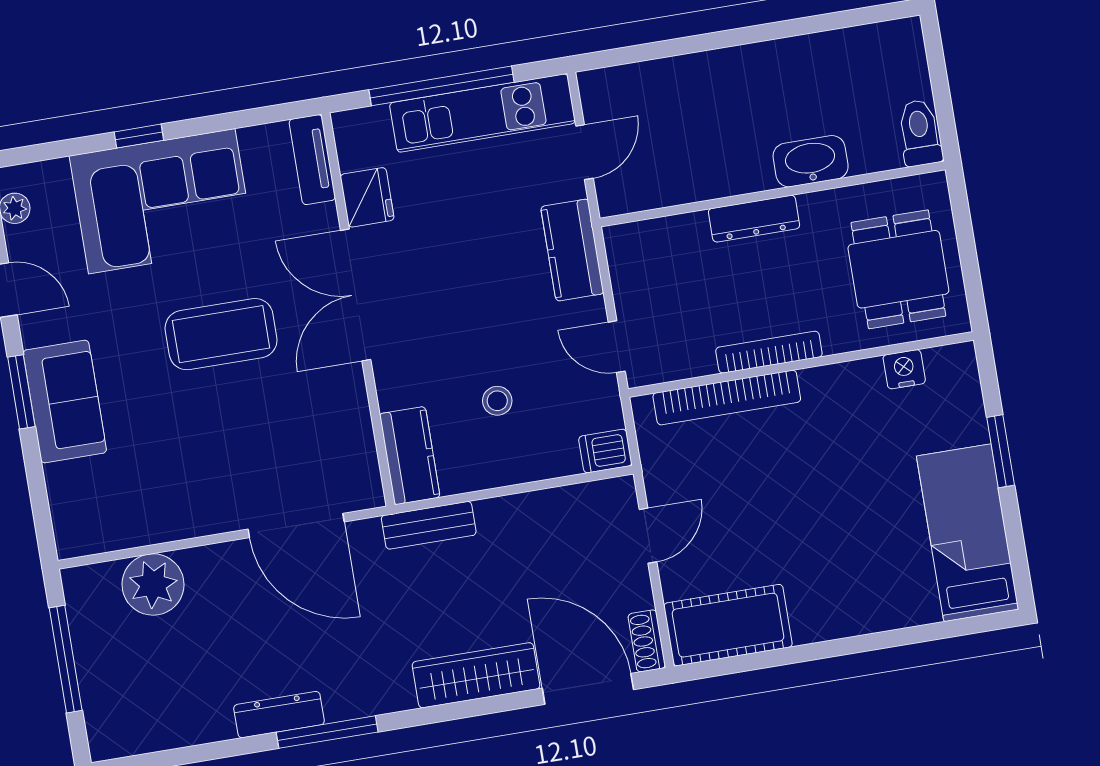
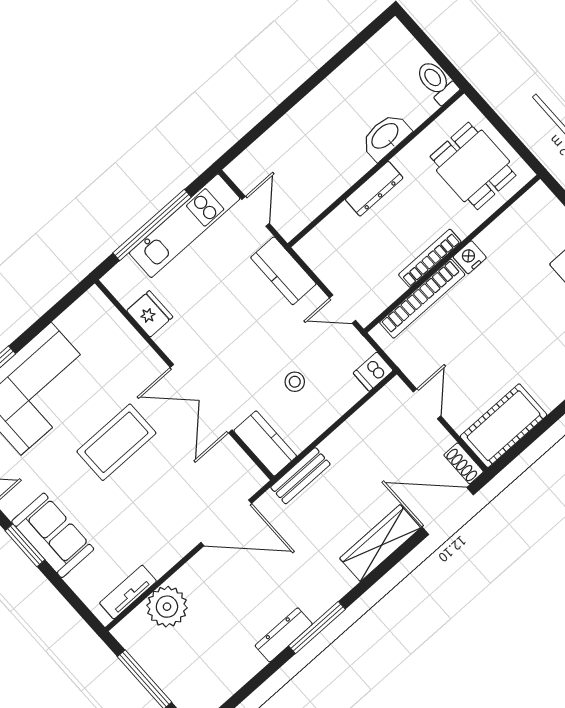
tv unit: (312, 160) -> (128, 592), moved, turned 90
double door: (356, 295) -> (201, 399), moved
nightstand: (904, 369) -> (470, 257), moved

